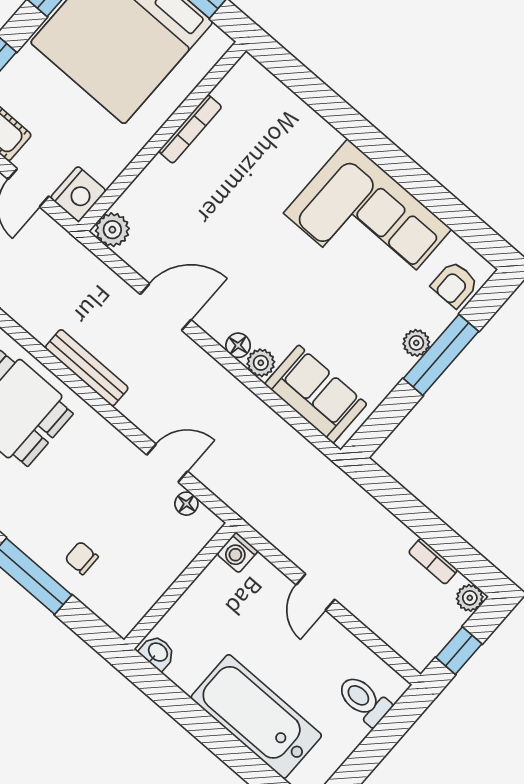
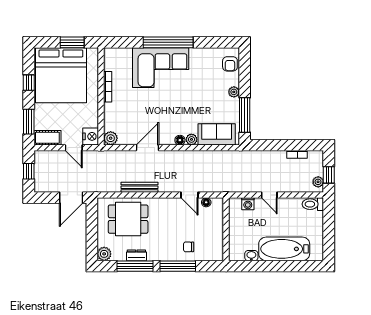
window: (374, 144) -> (168, 42), added
corner sofa: (368, 221) -> (161, 68), moved
window: (441, 355) -> (245, 115), moved
door: (167, 463) -> (190, 195), swing flipped
washing machine: (237, 552) -> (248, 204), moved
plant: (470, 598) -> (318, 182), moved
washbasin: (157, 653) -> (251, 256), moved
toilet: (364, 700) -> (313, 204), moved

